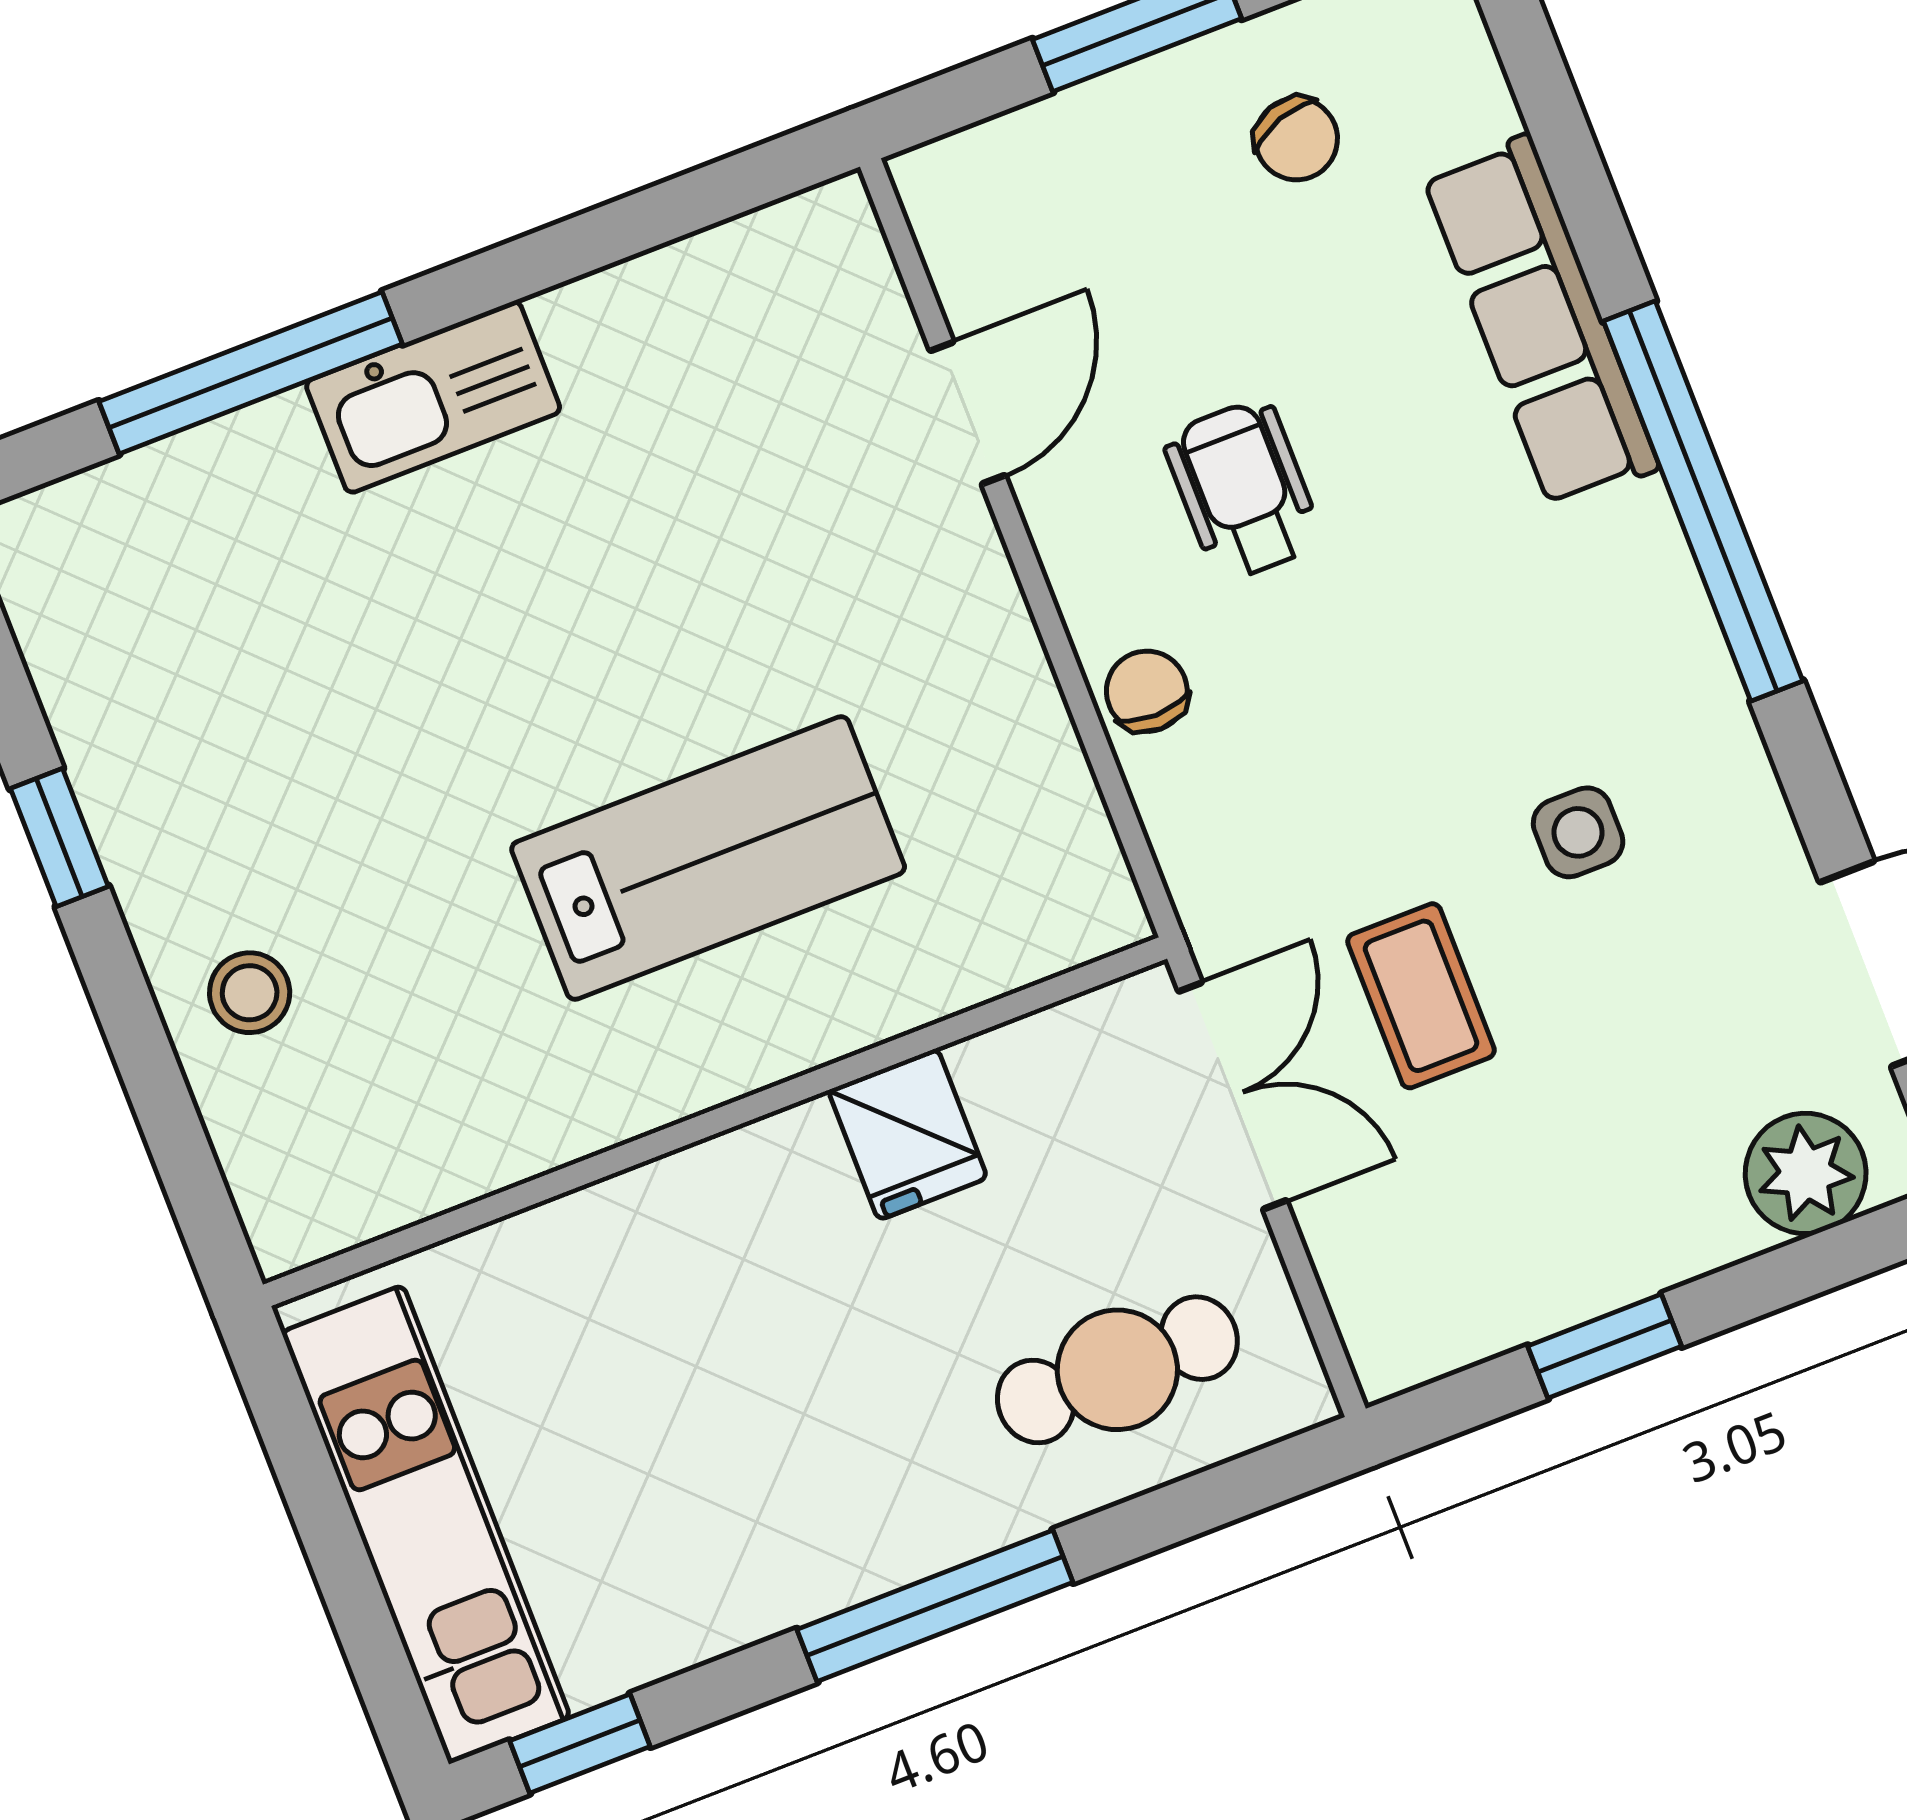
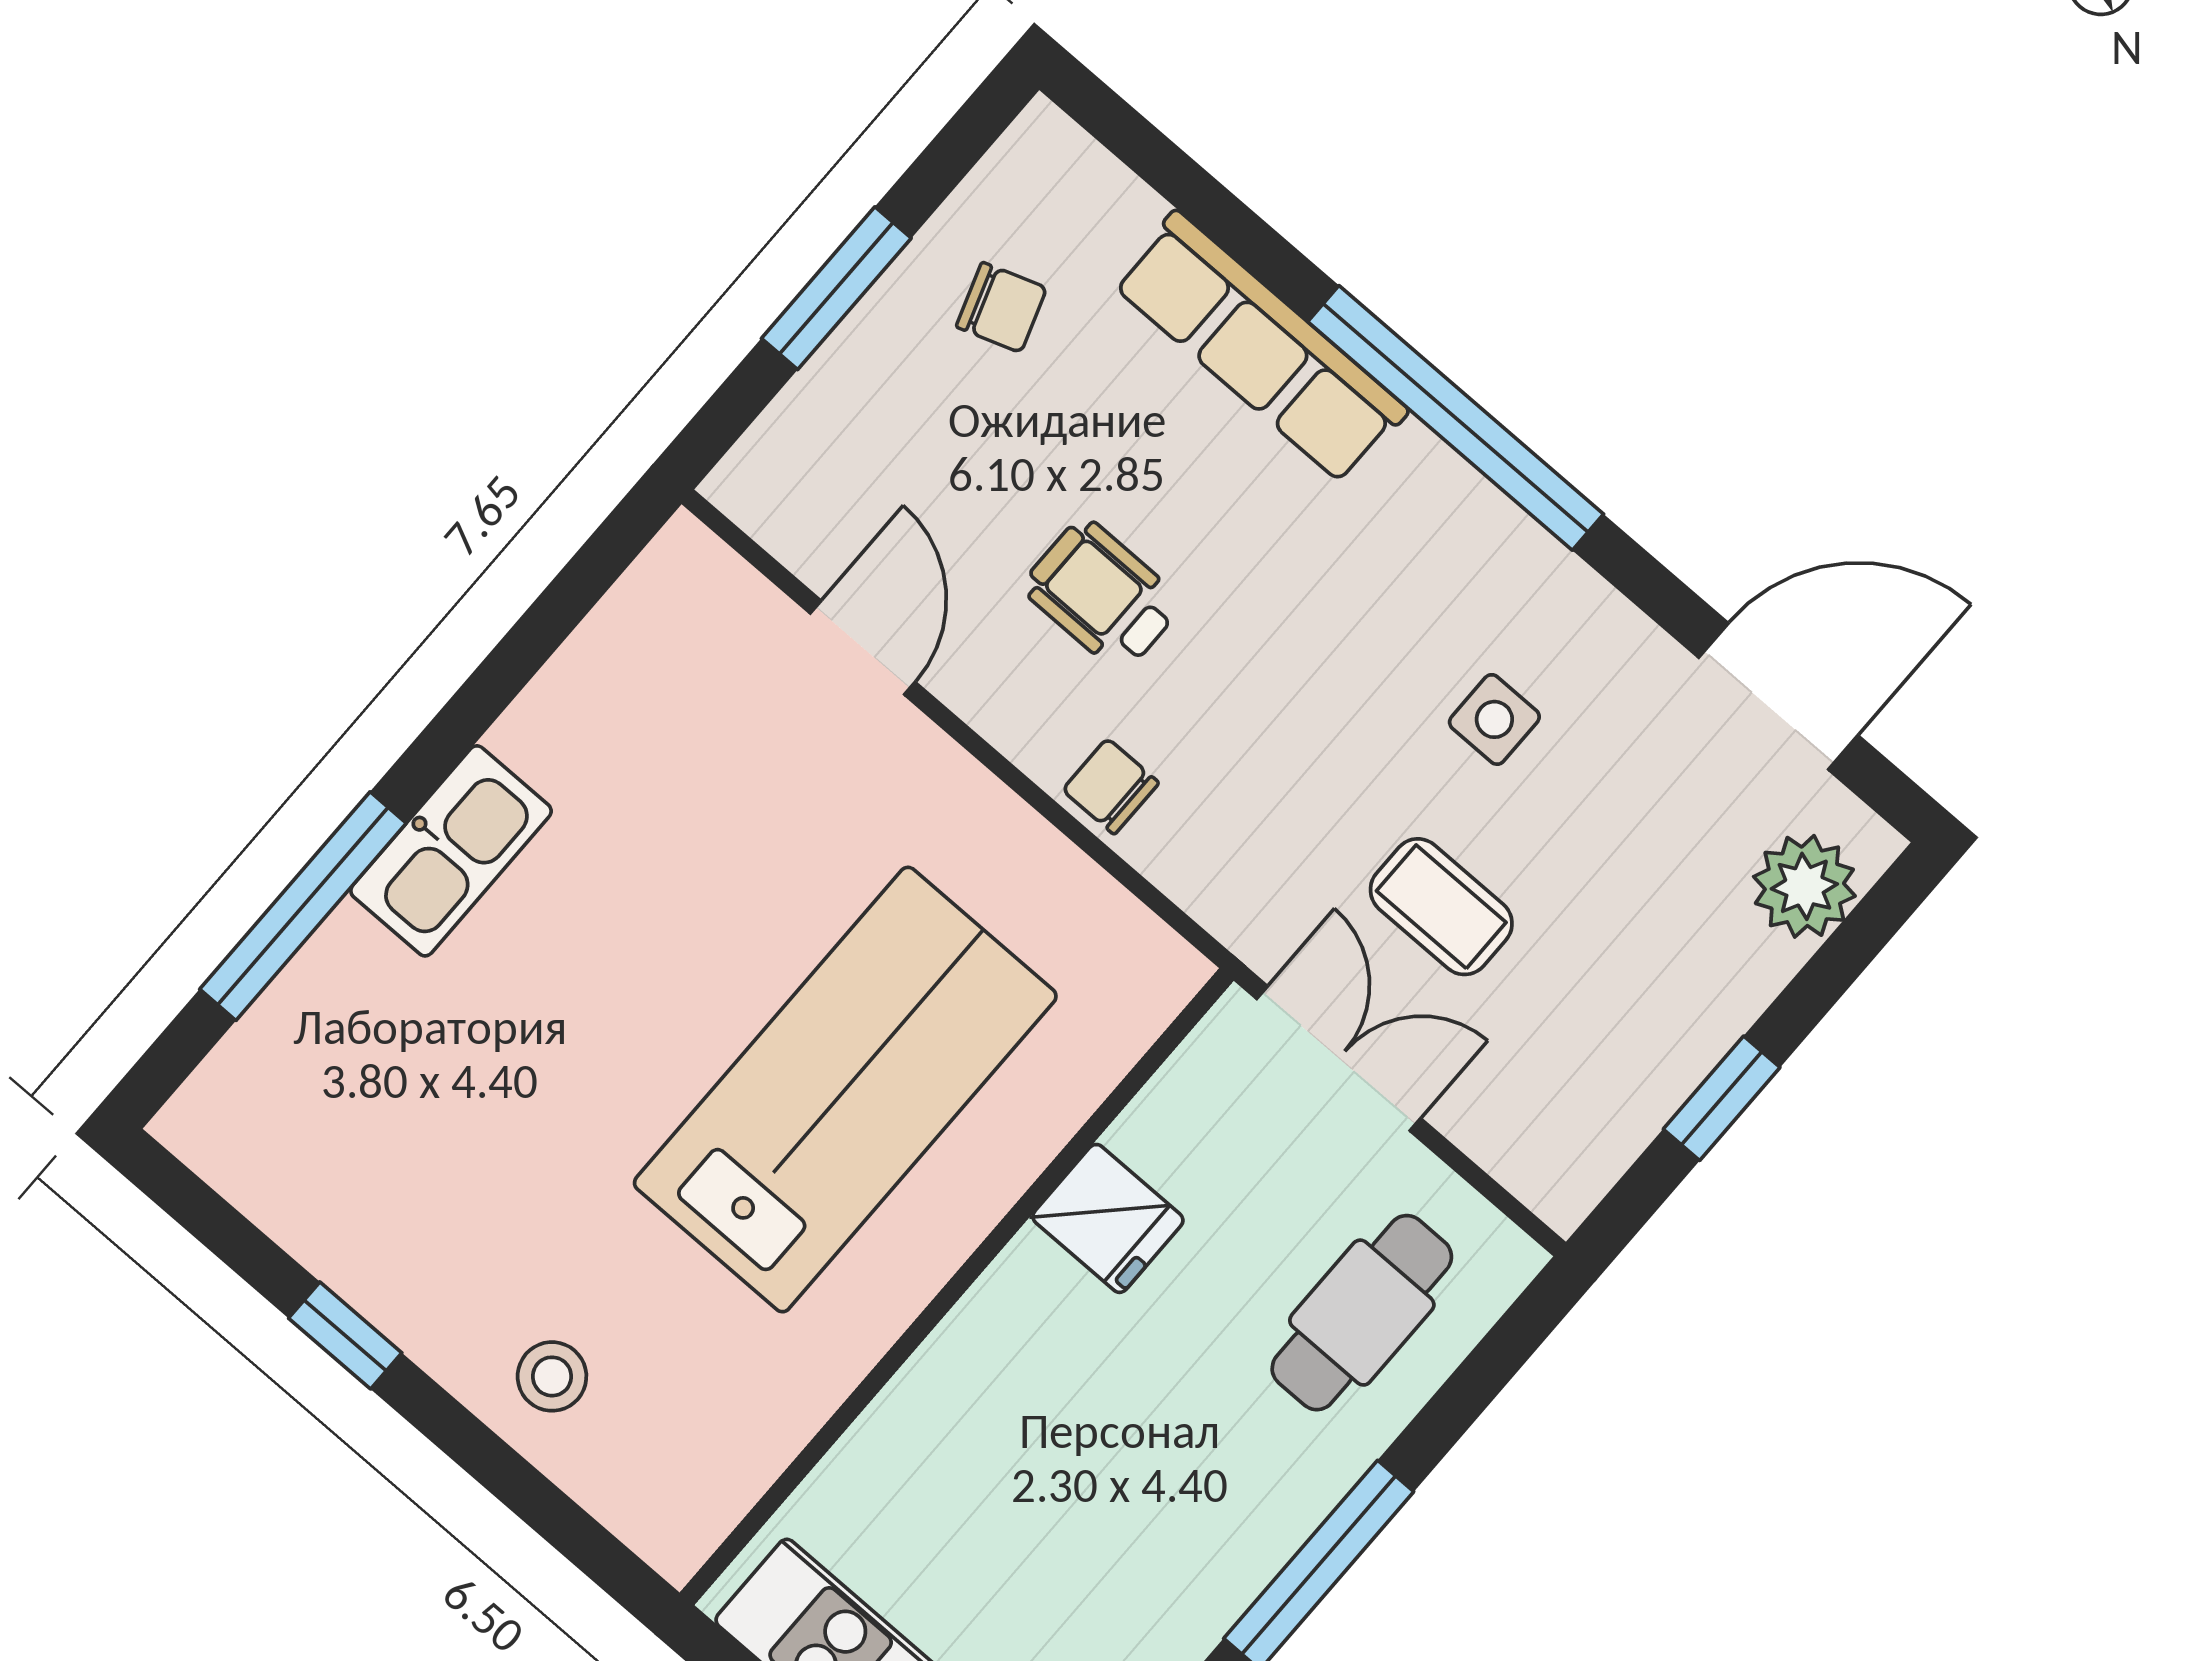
lab bench: (708, 858) -> (845, 1090), width x1.36, depth x1.39

